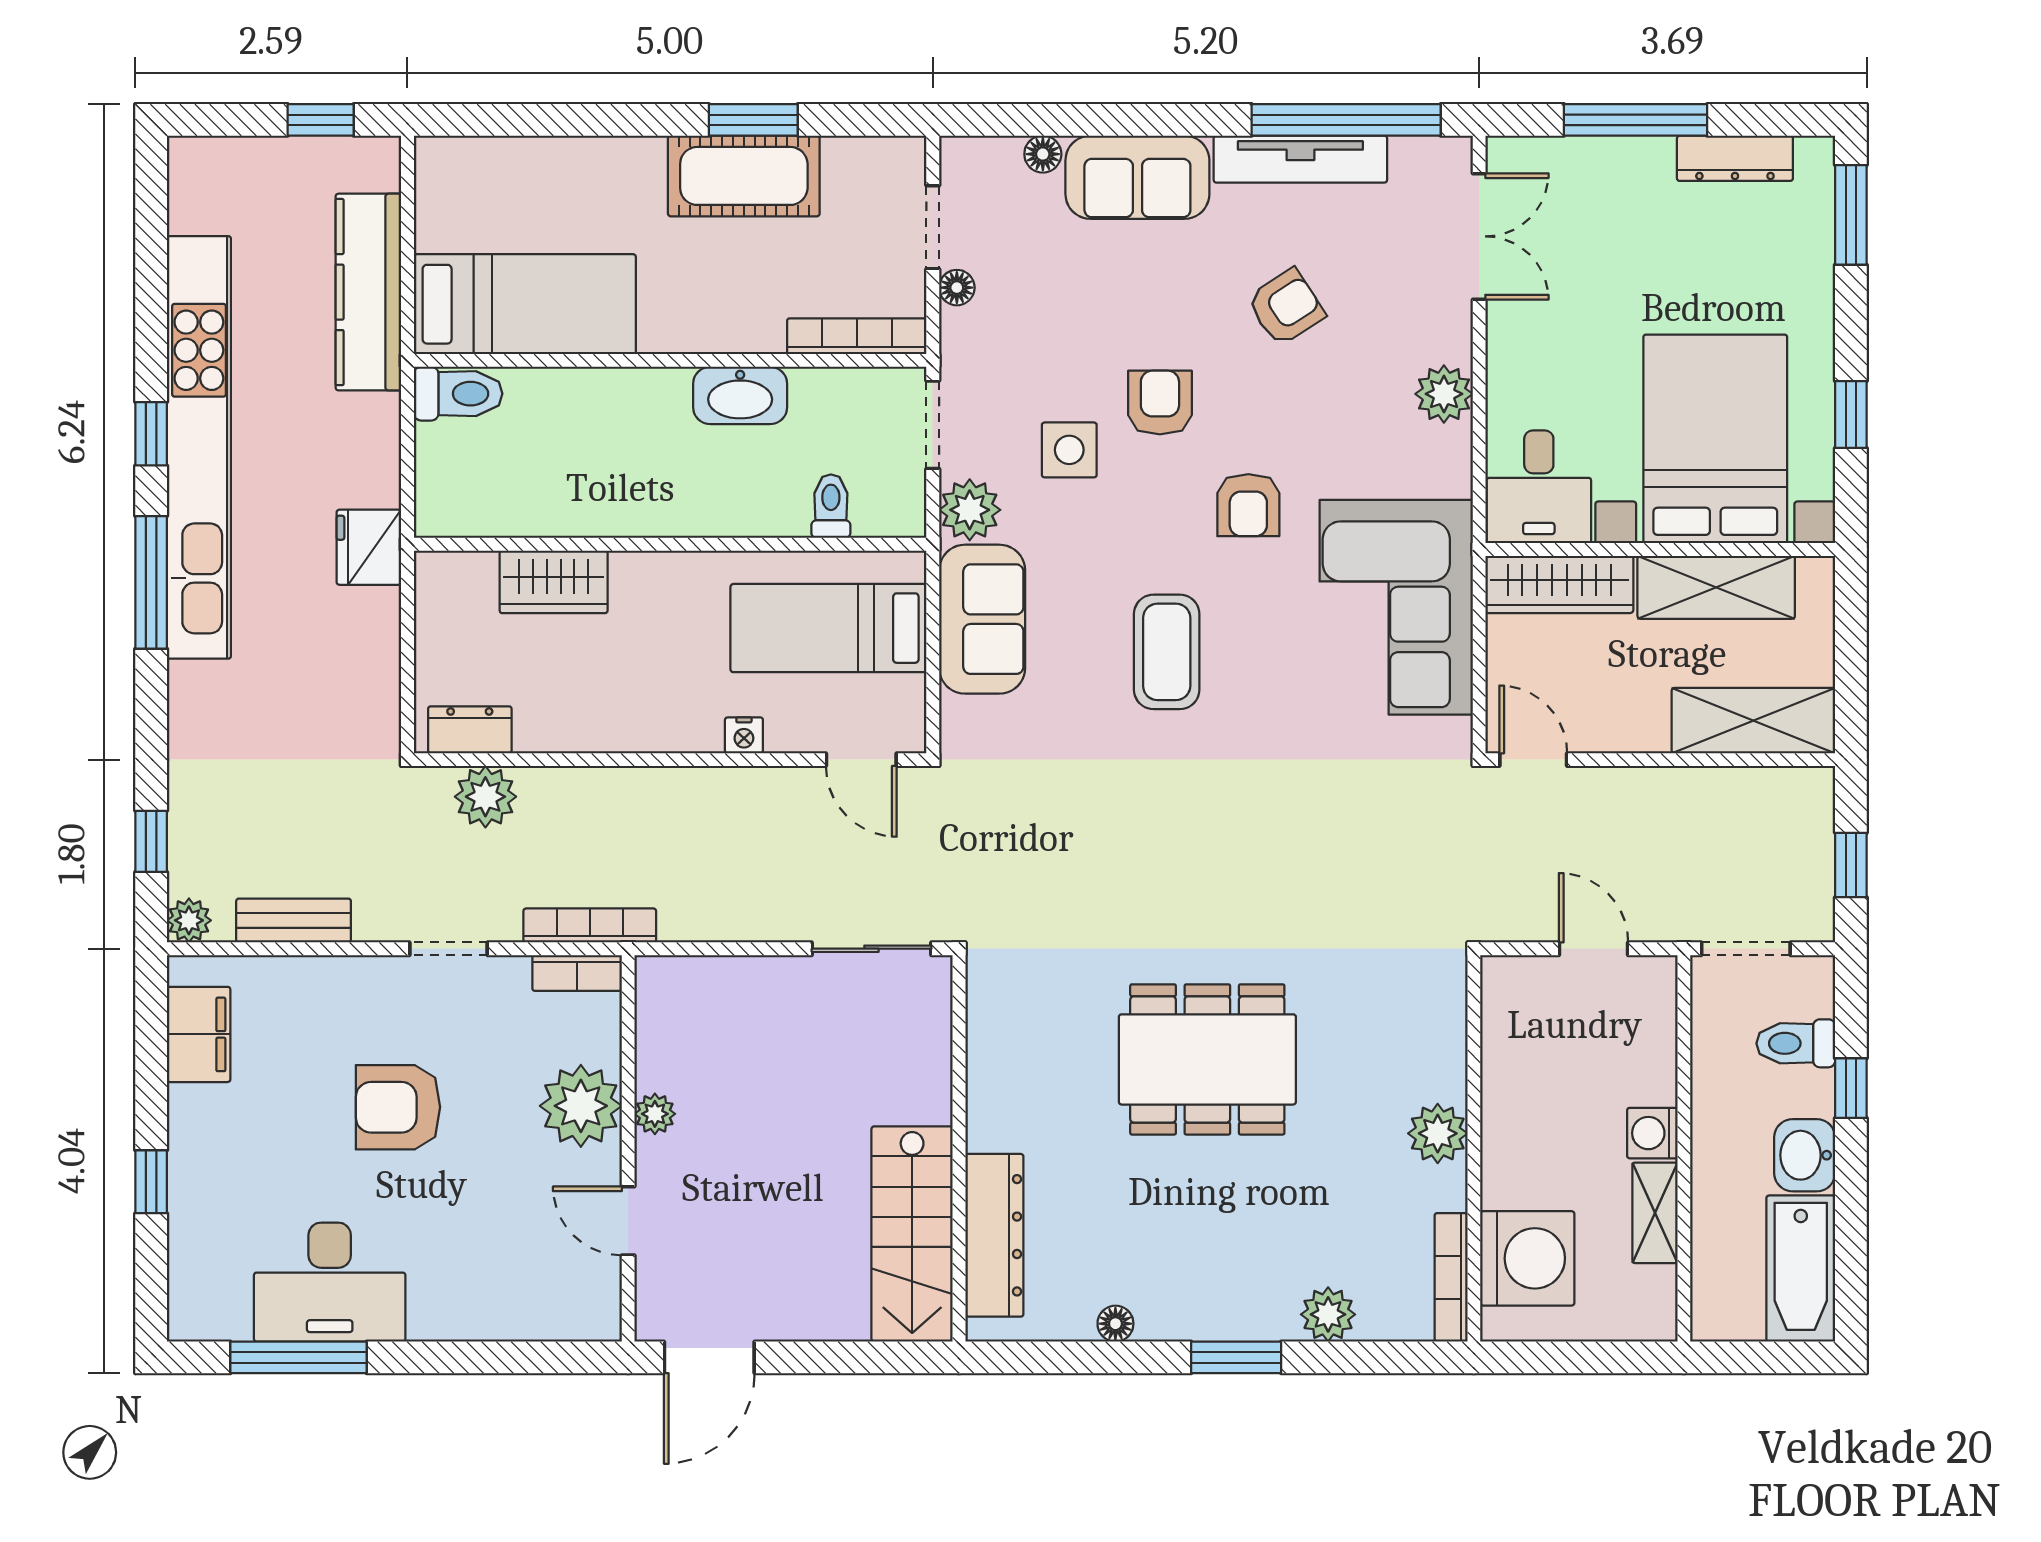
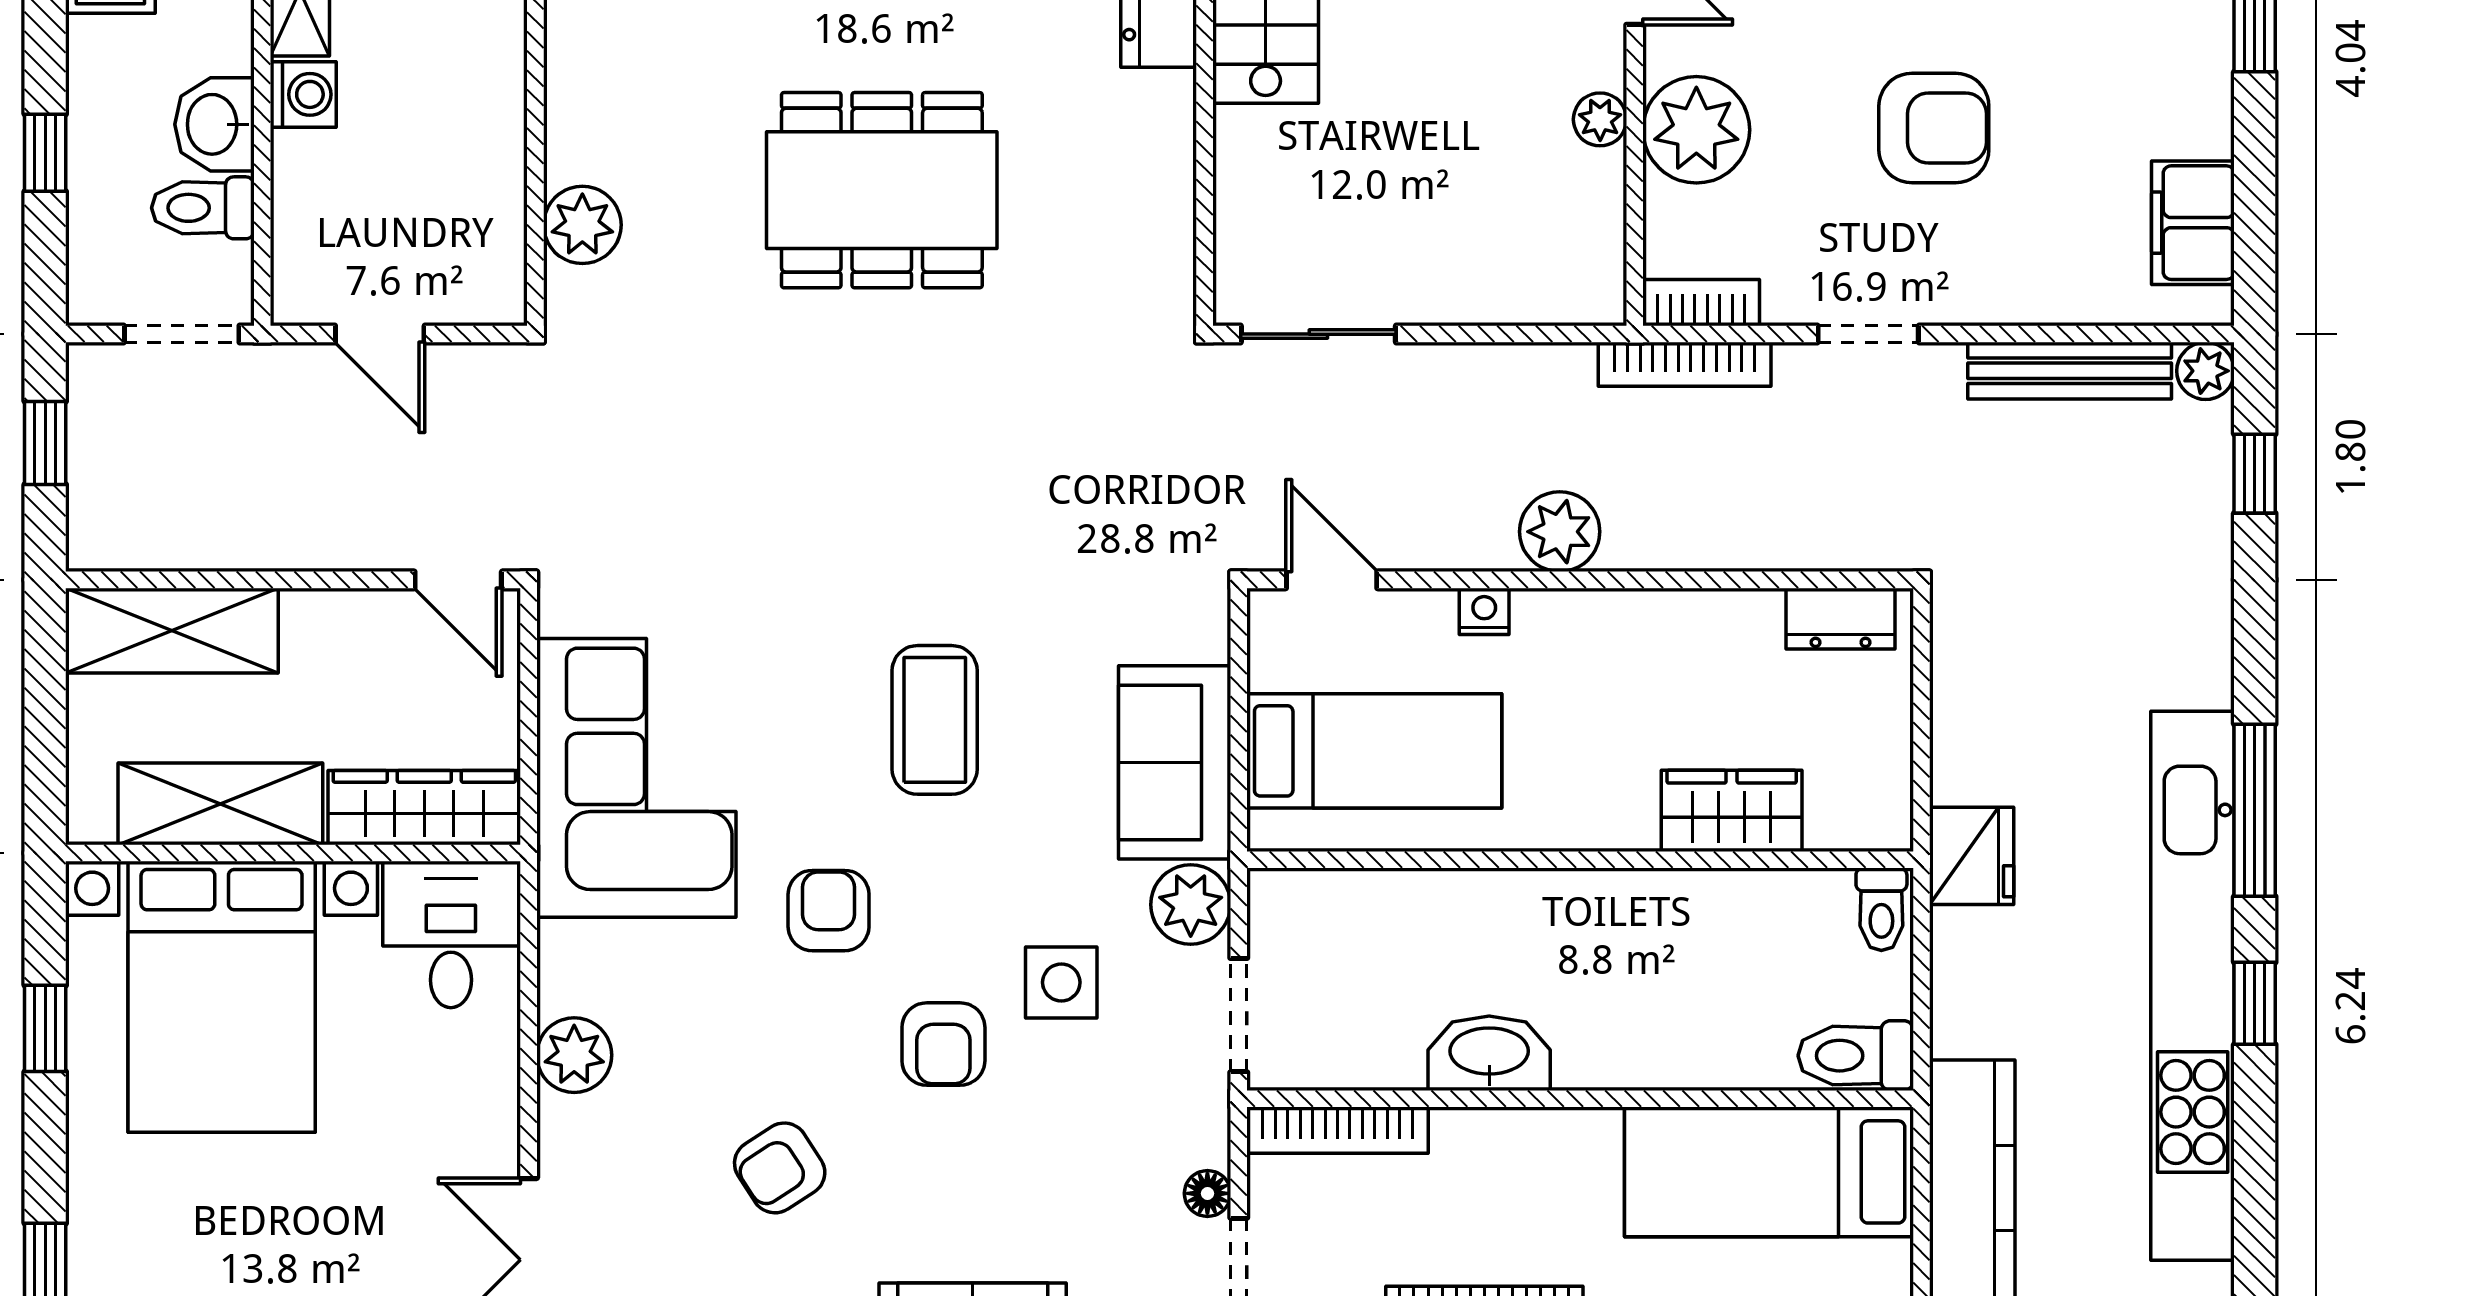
toilet: (831, 506) -> (1881, 909), moved
plant: (485, 797) -> (1560, 532), moved
bench: (294, 921) -> (2070, 371), width x1.36
toilet: (1796, 1043) -> (203, 208), moved, turned 180
plant: (1438, 1133) -> (582, 225), moved
washbasin: (1805, 1155) -> (214, 124), moved, turned 180

